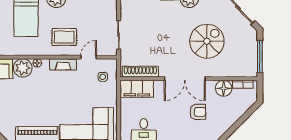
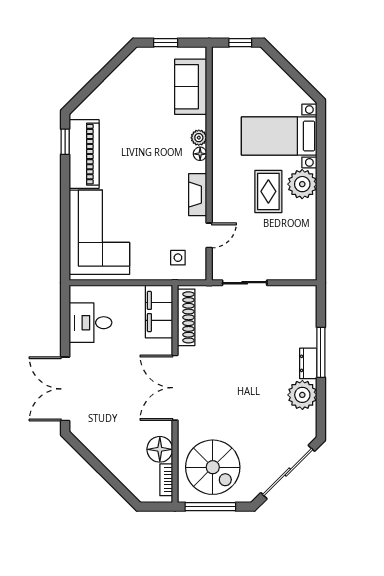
rug: (64, 37) -> (268, 191), moved
spiral stairs: (207, 41) -> (213, 467), moved
door: (89, 57) -> (209, 235), hinge flipped
plant: (23, 68) -> (199, 138), width x0.53, depth x0.53
armchair: (198, 112) -> (122, 408), removed

